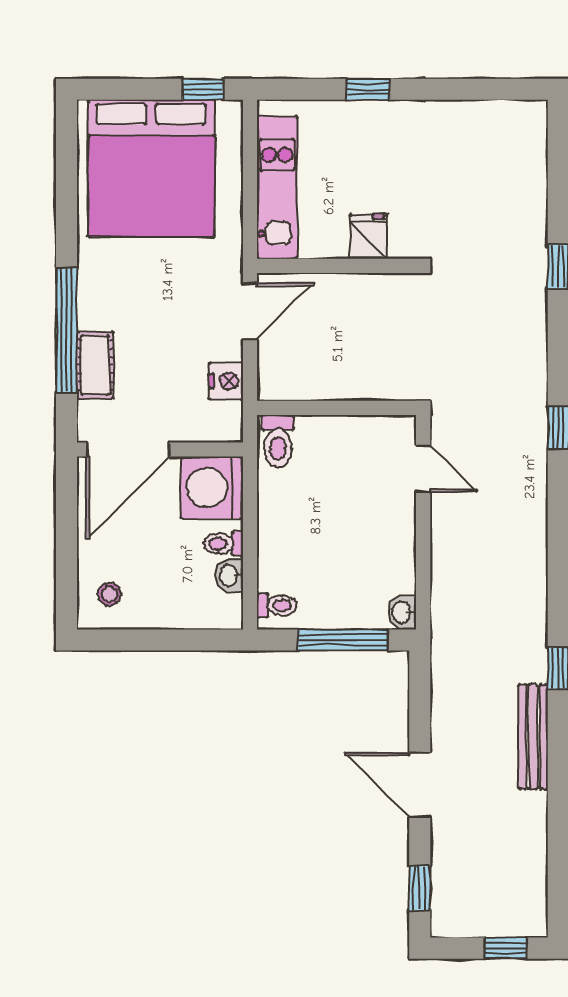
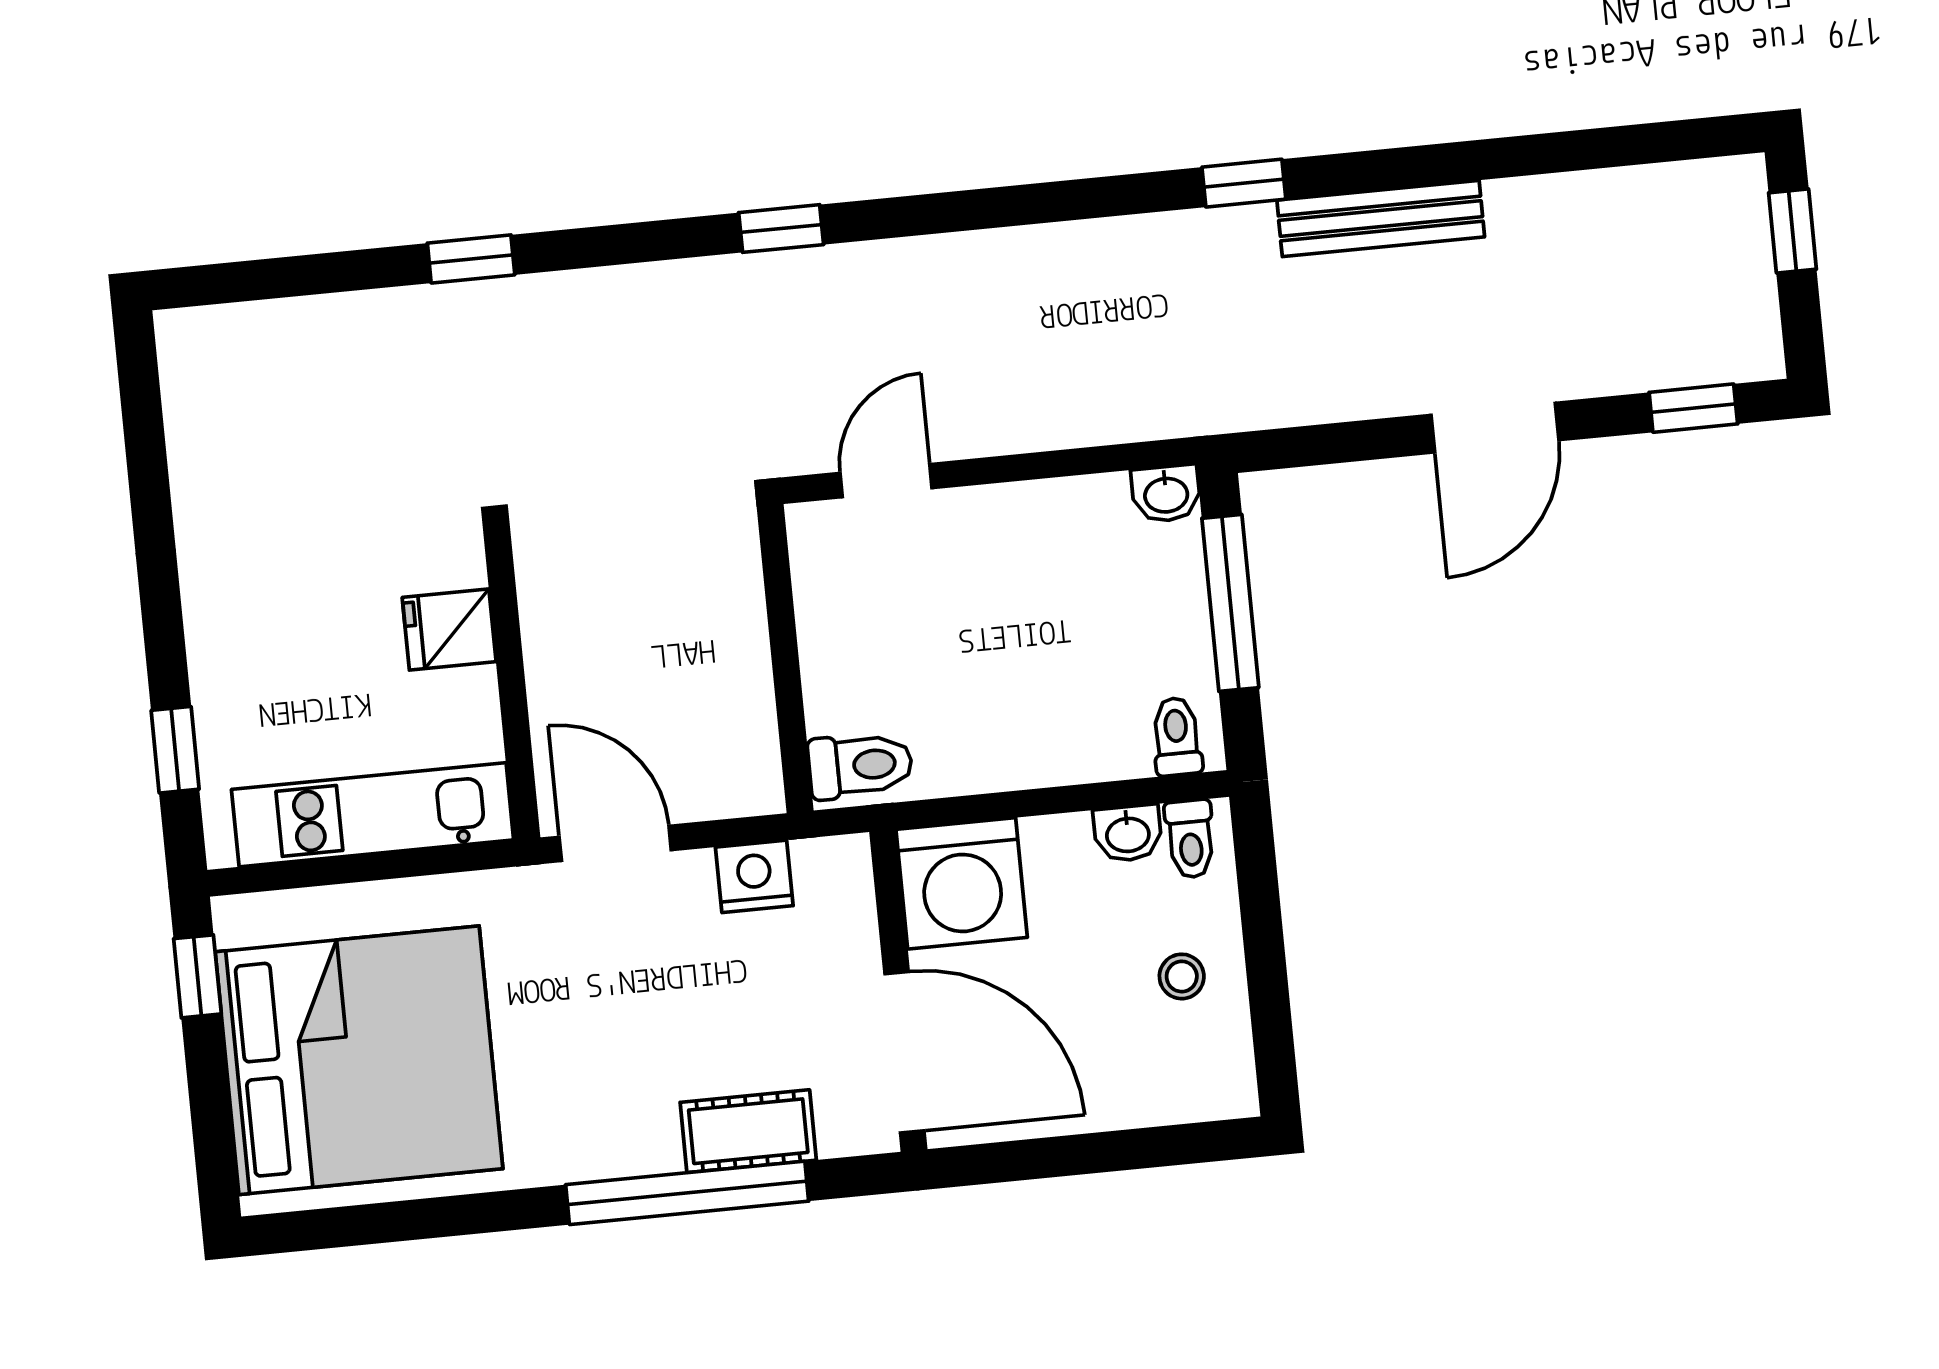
window: (368, 89) -> (175, 750), moved
toilet: (223, 544) -> (1190, 839), moved
stool: (110, 594) -> (1182, 976), moved

